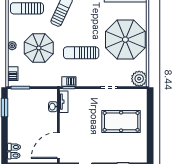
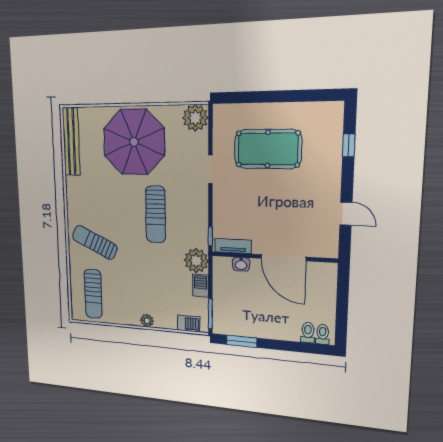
parasol: (39, 48) -> (149, 280), removed
plant: (53, 79) -> (196, 261), added
barbecue: (69, 81) -> (201, 286), moved
pool table: (121, 121) -> (268, 149), turned 90
door: (58, 145) -> (283, 258), moved

